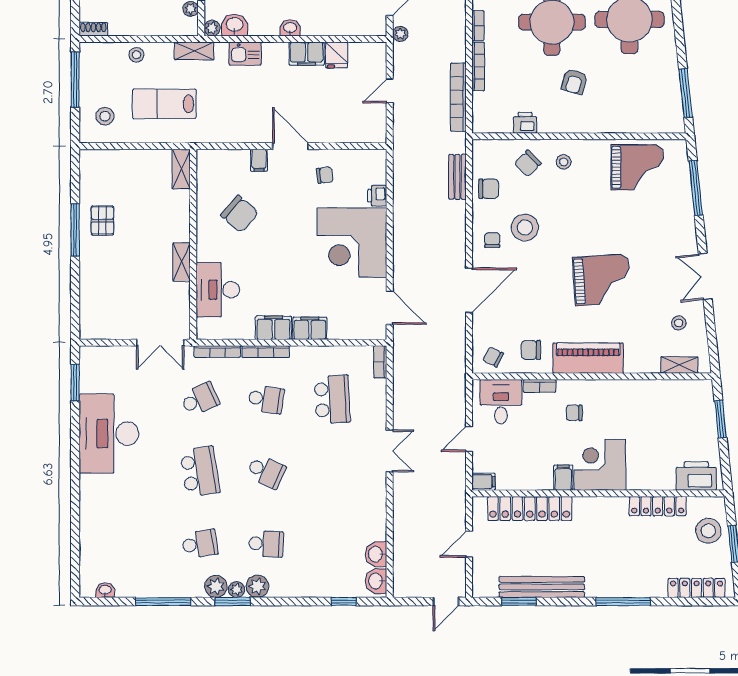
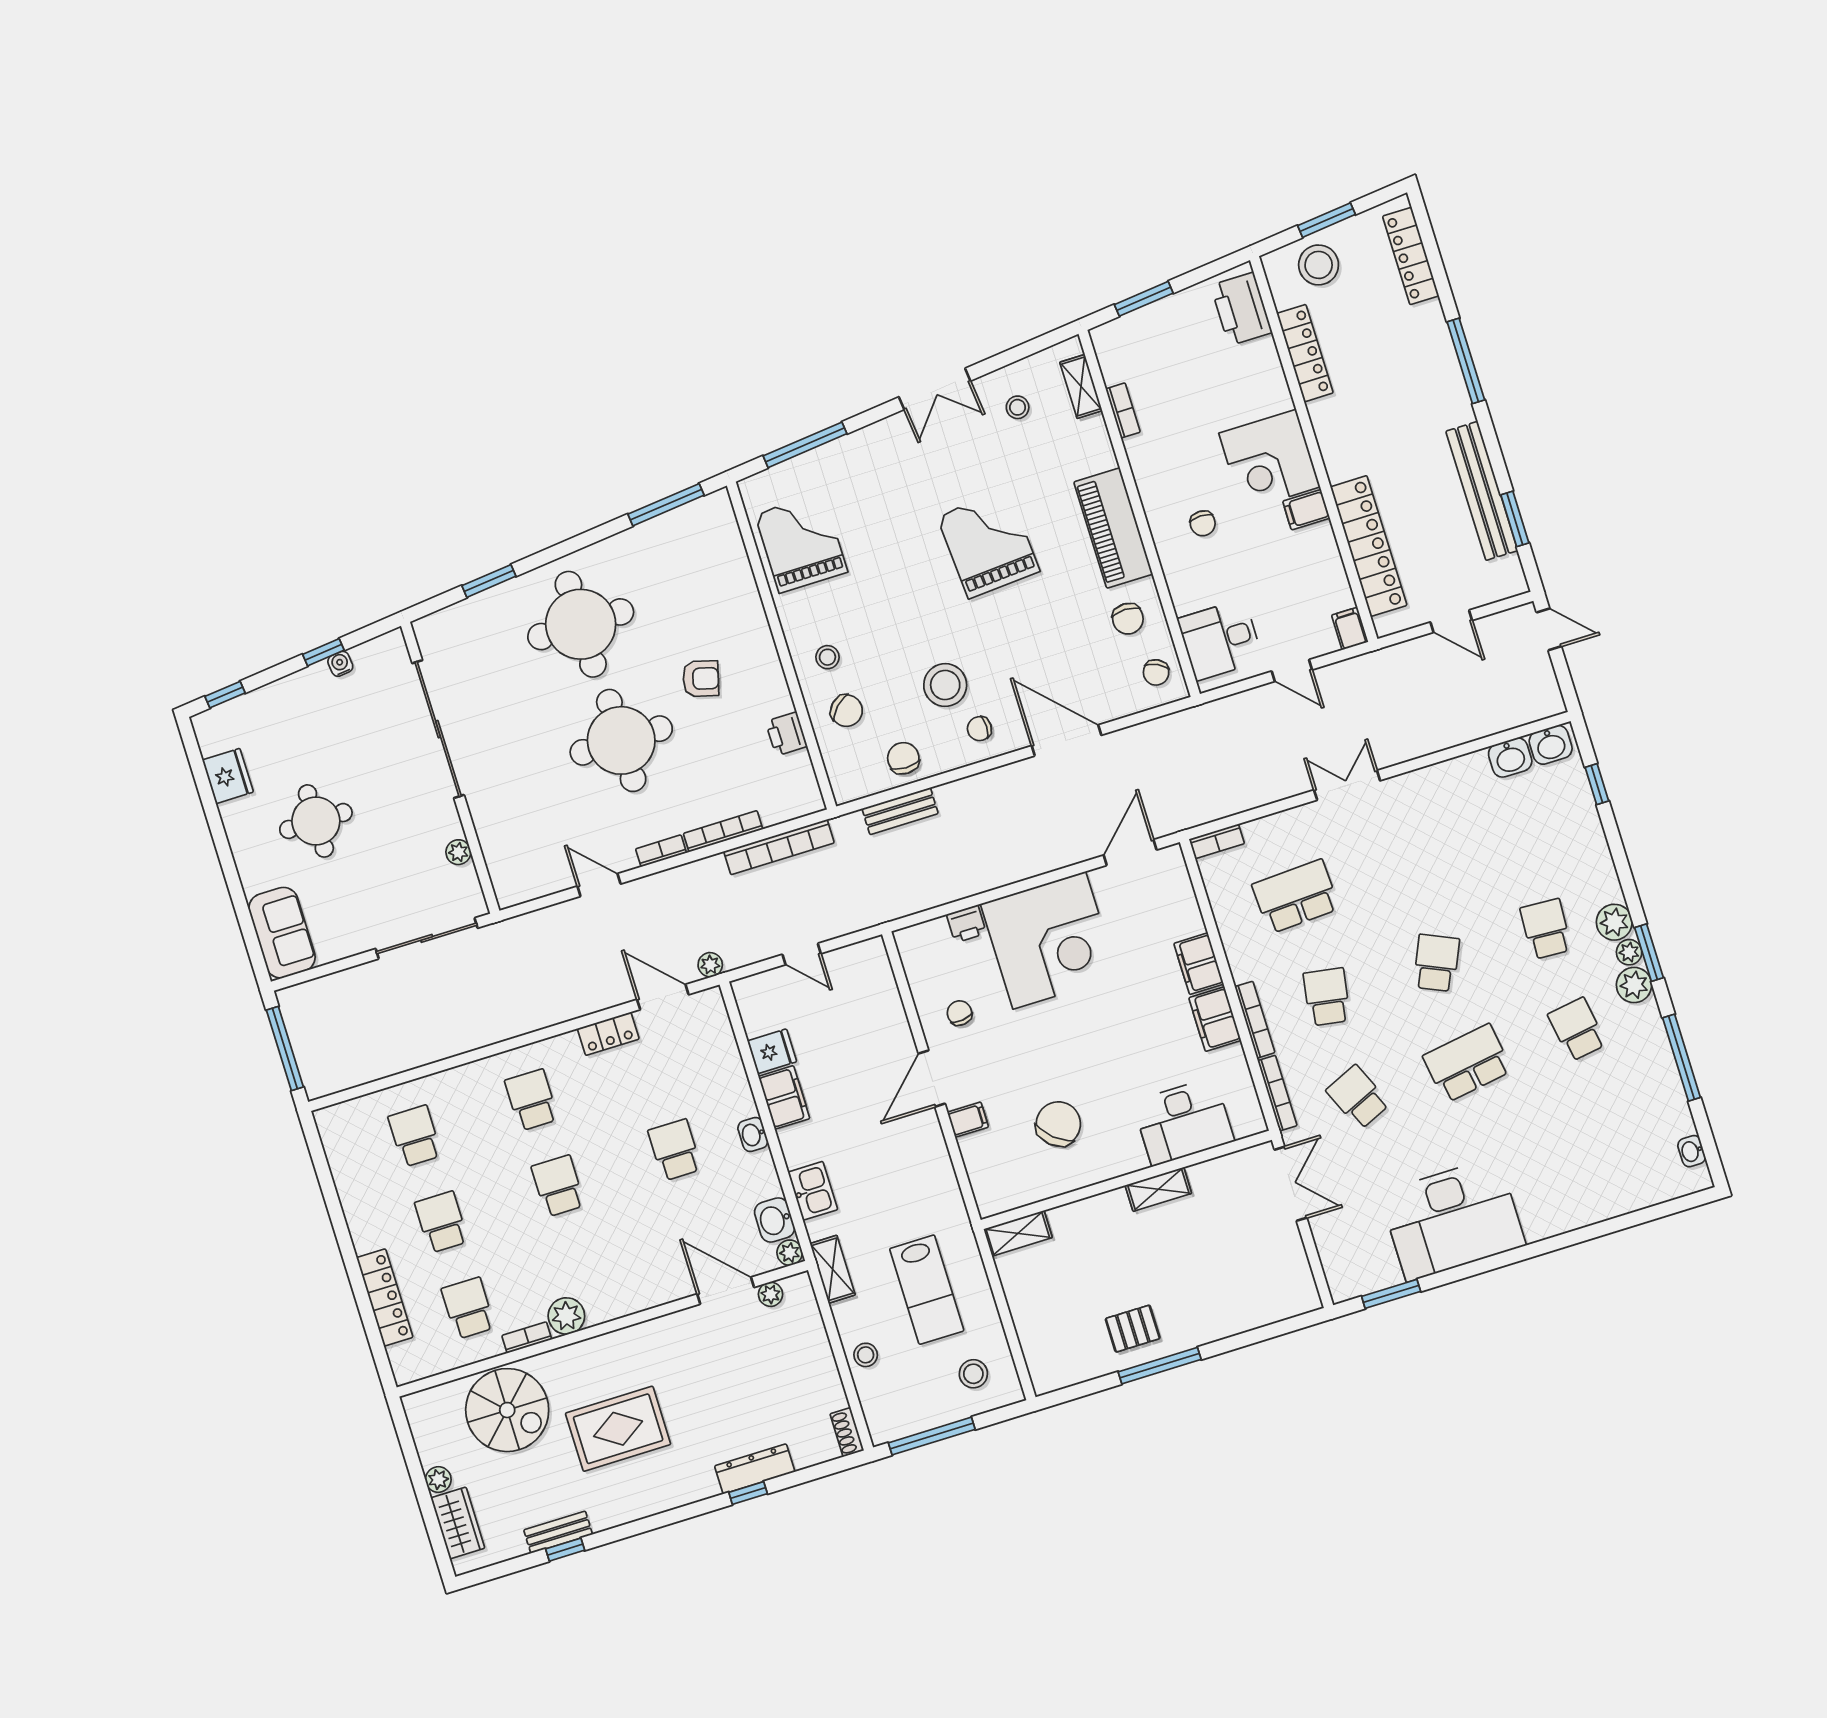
bookcase: (540, 386) -> (1123, 410), moved

